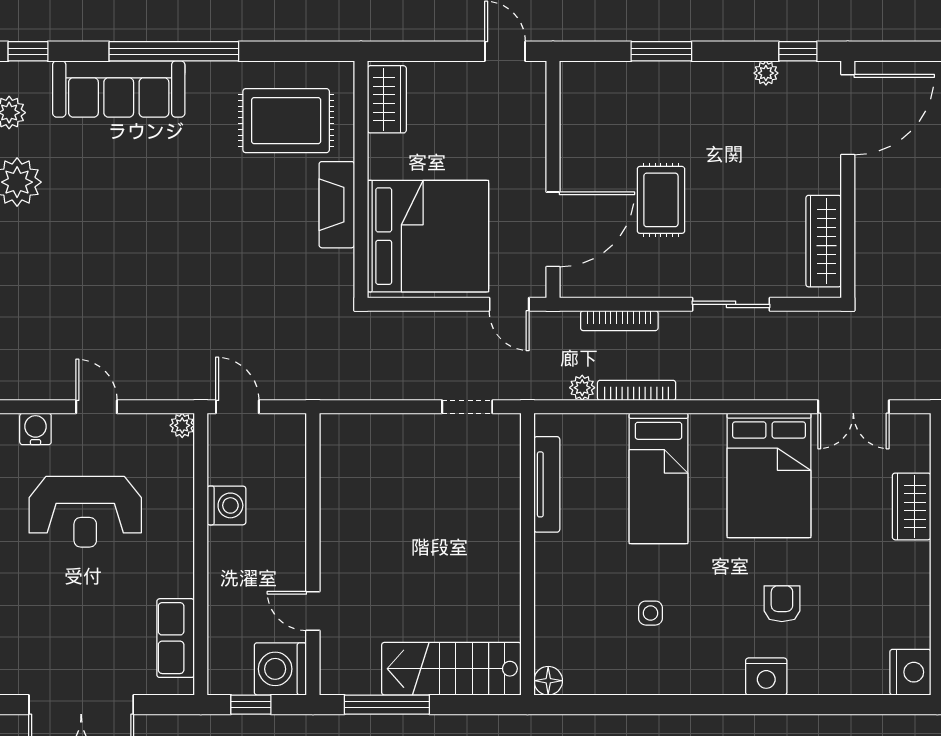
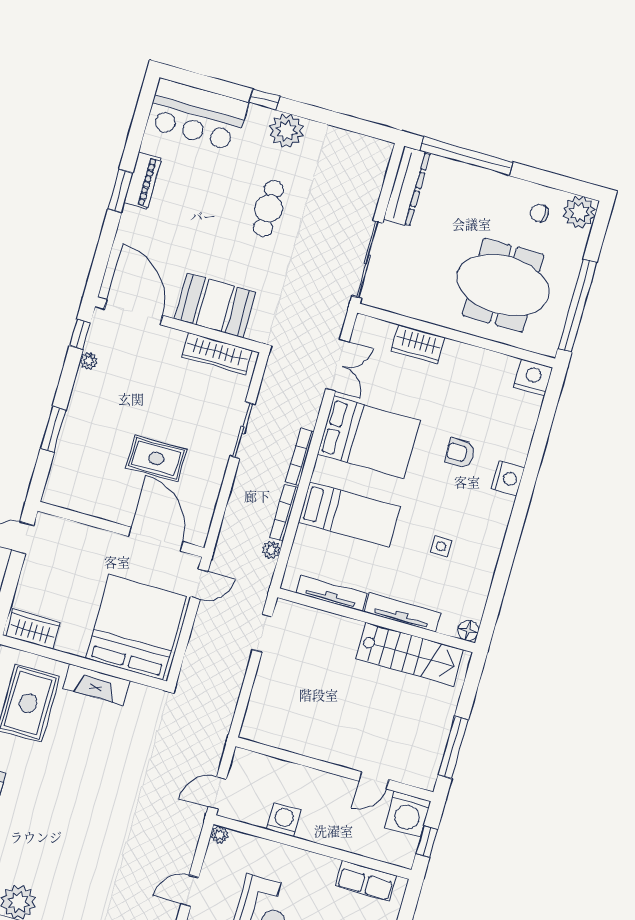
booth: (887, 221) -> (215, 305), added
bookcase: (619, 321) -> (300, 457), moved, turned 180
tv unit: (548, 586) -> (402, 612), added
stairs: (451, 669) -> (410, 654), moved, turned -90

